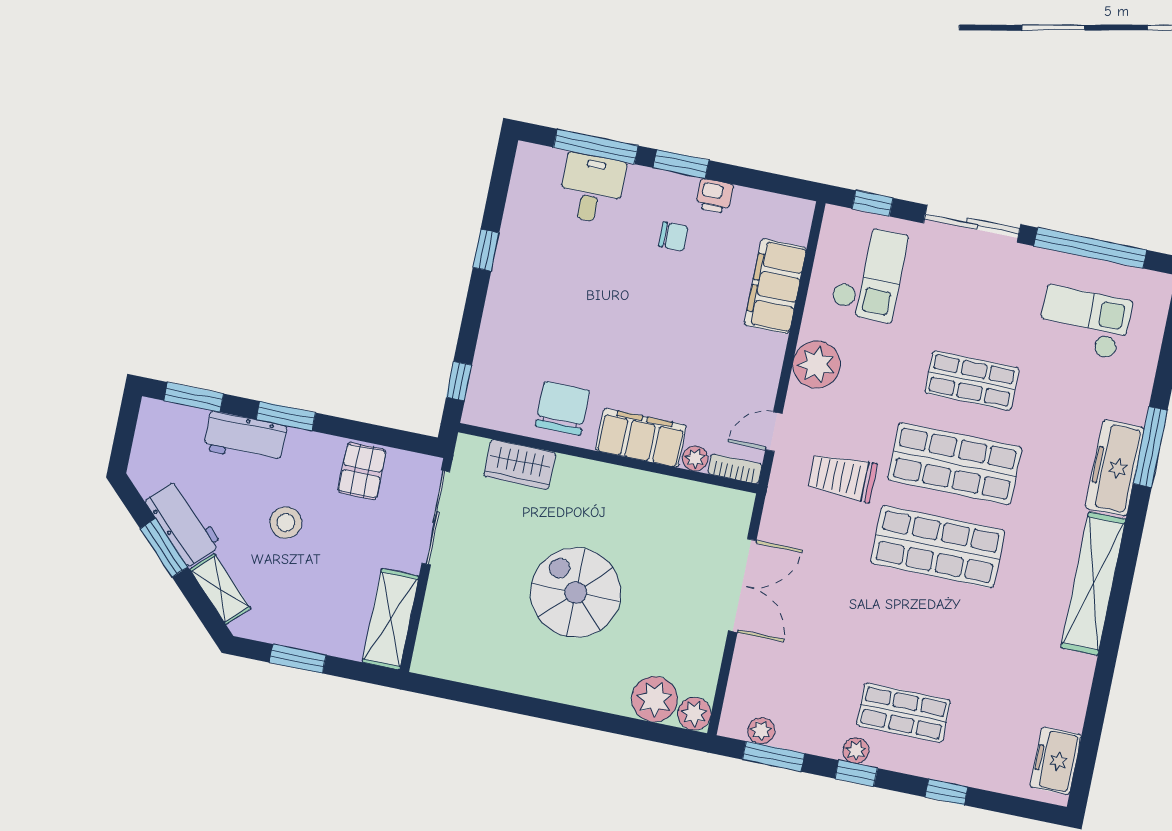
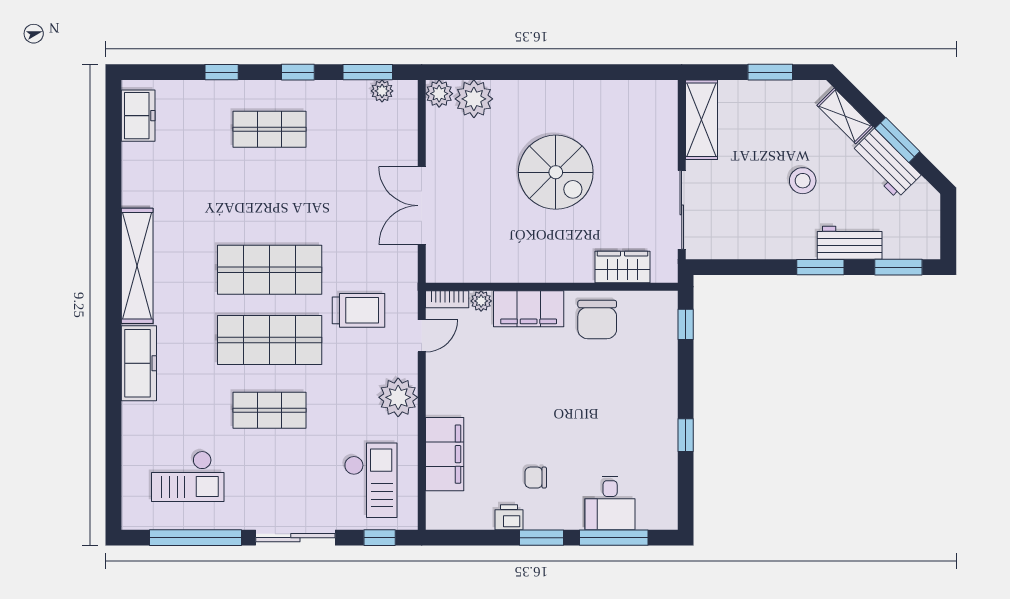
checkout: (869, 273) -> (371, 480), turned 180
window: (1150, 447) -> (114, 386), removed
pallet: (362, 471) -> (749, 235), removed
plant: (856, 751) -> (302, 91), removed

